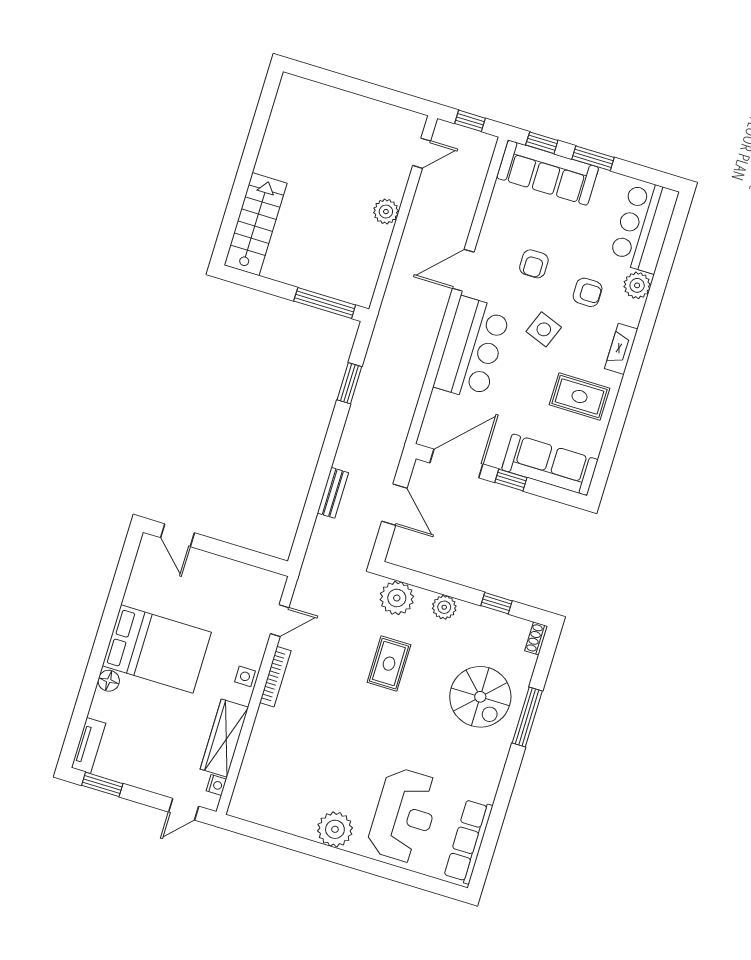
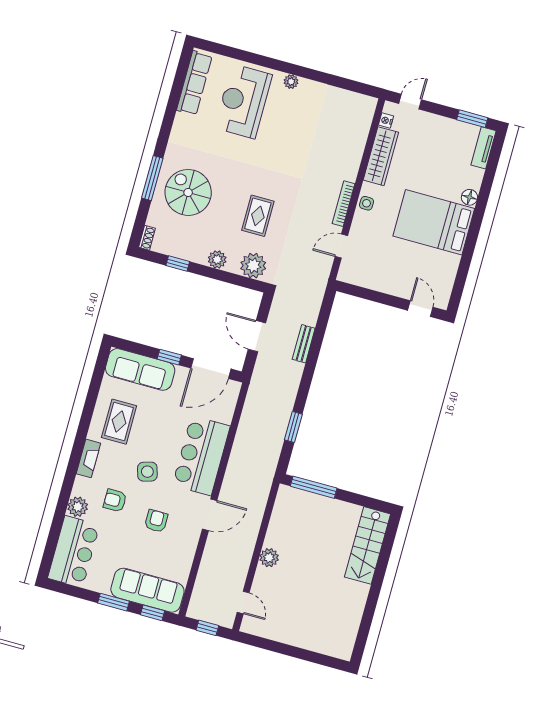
door: (422, 153) -> (243, 602), swing flipped
side table: (544, 329) -> (147, 472), turned -37
rug: (579, 397) -> (119, 422), turned 90
plant: (335, 829) -> (291, 82), width x0.53, depth x0.53

